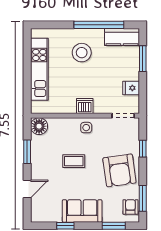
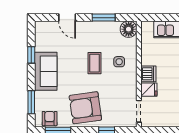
fridge: (131, 88) -> (149, 90), moved, turned 90
side table: (86, 128) -> (119, 62), moved
armchair: (130, 207) -> (50, 119), turned -90

